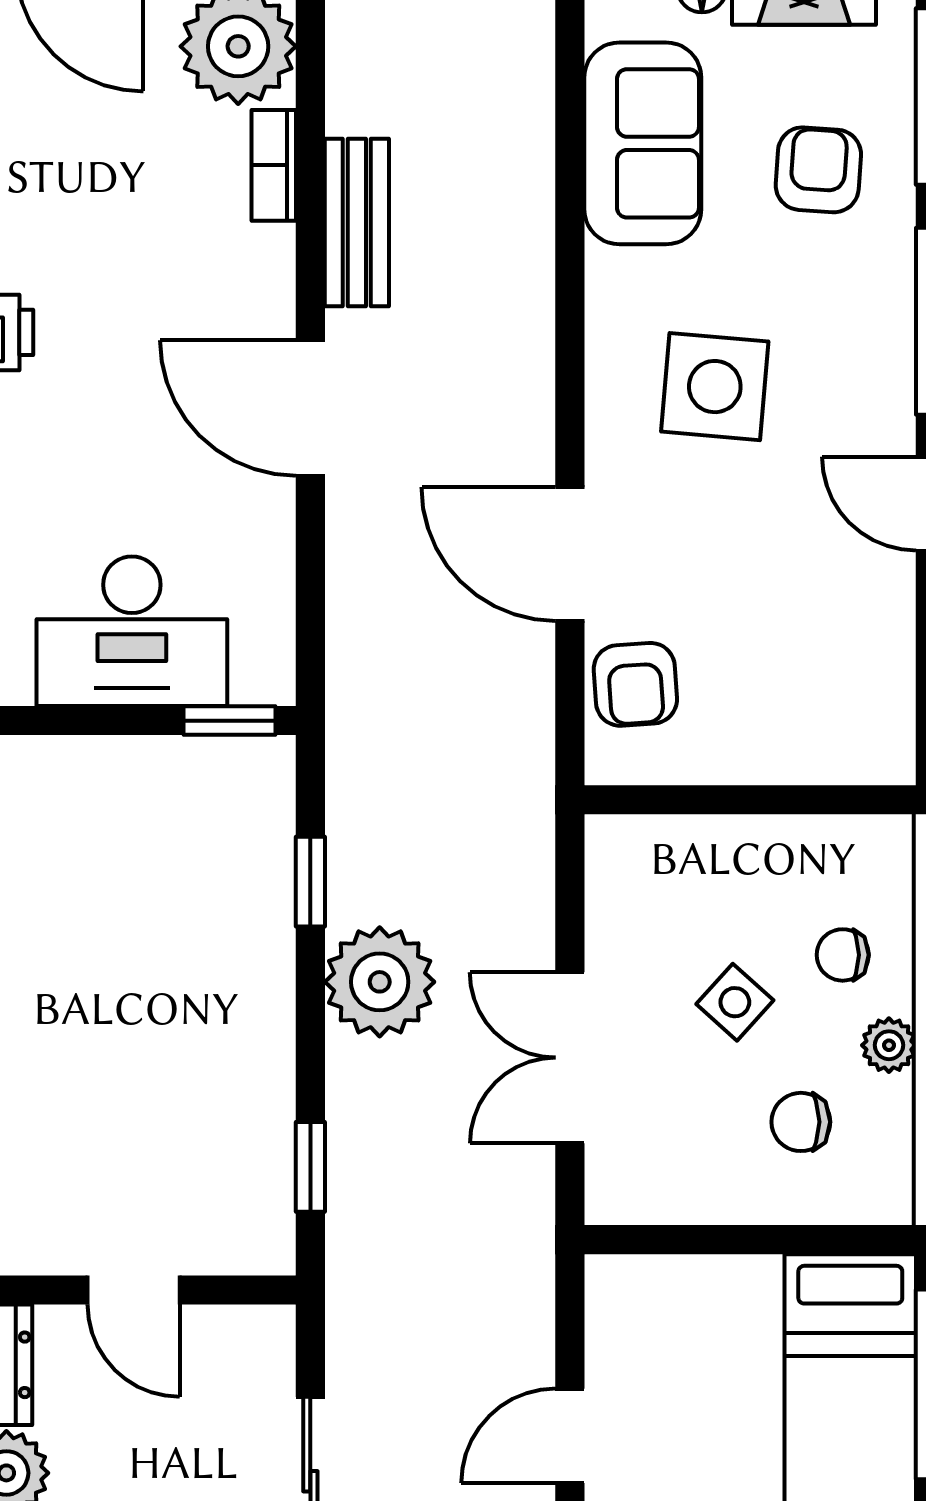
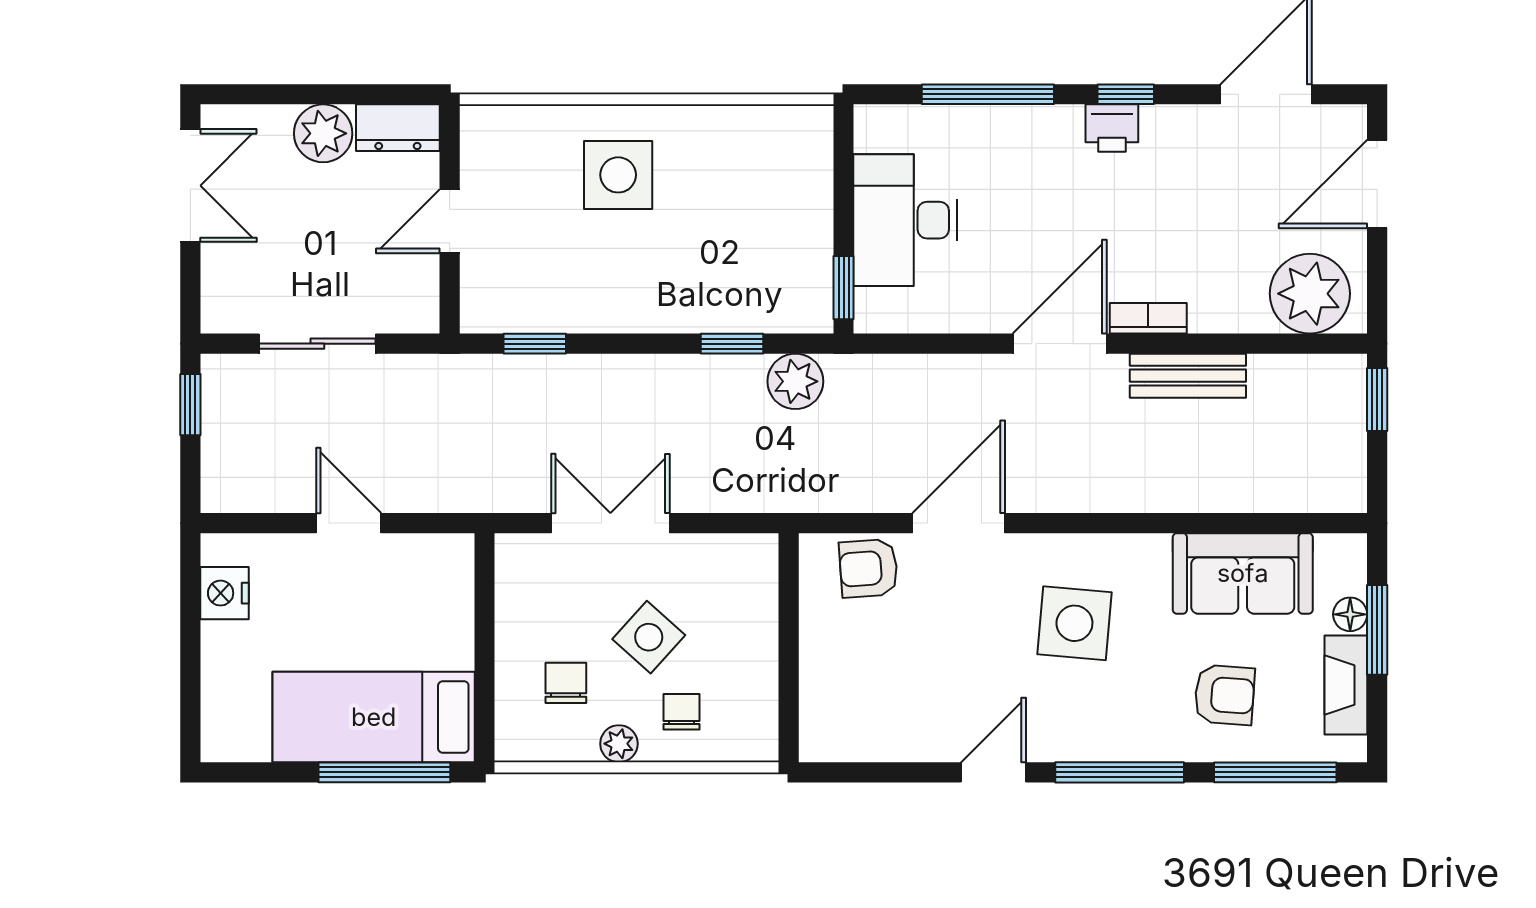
bookcase: (274, 165) -> (1148, 318), moved
plant: (380, 982) -> (795, 381), moved, width x0.73, depth x0.73
side table: (735, 1002) -> (649, 637), width x1.37, depth x1.37
side table: (67, 1046) -> (618, 175), added

